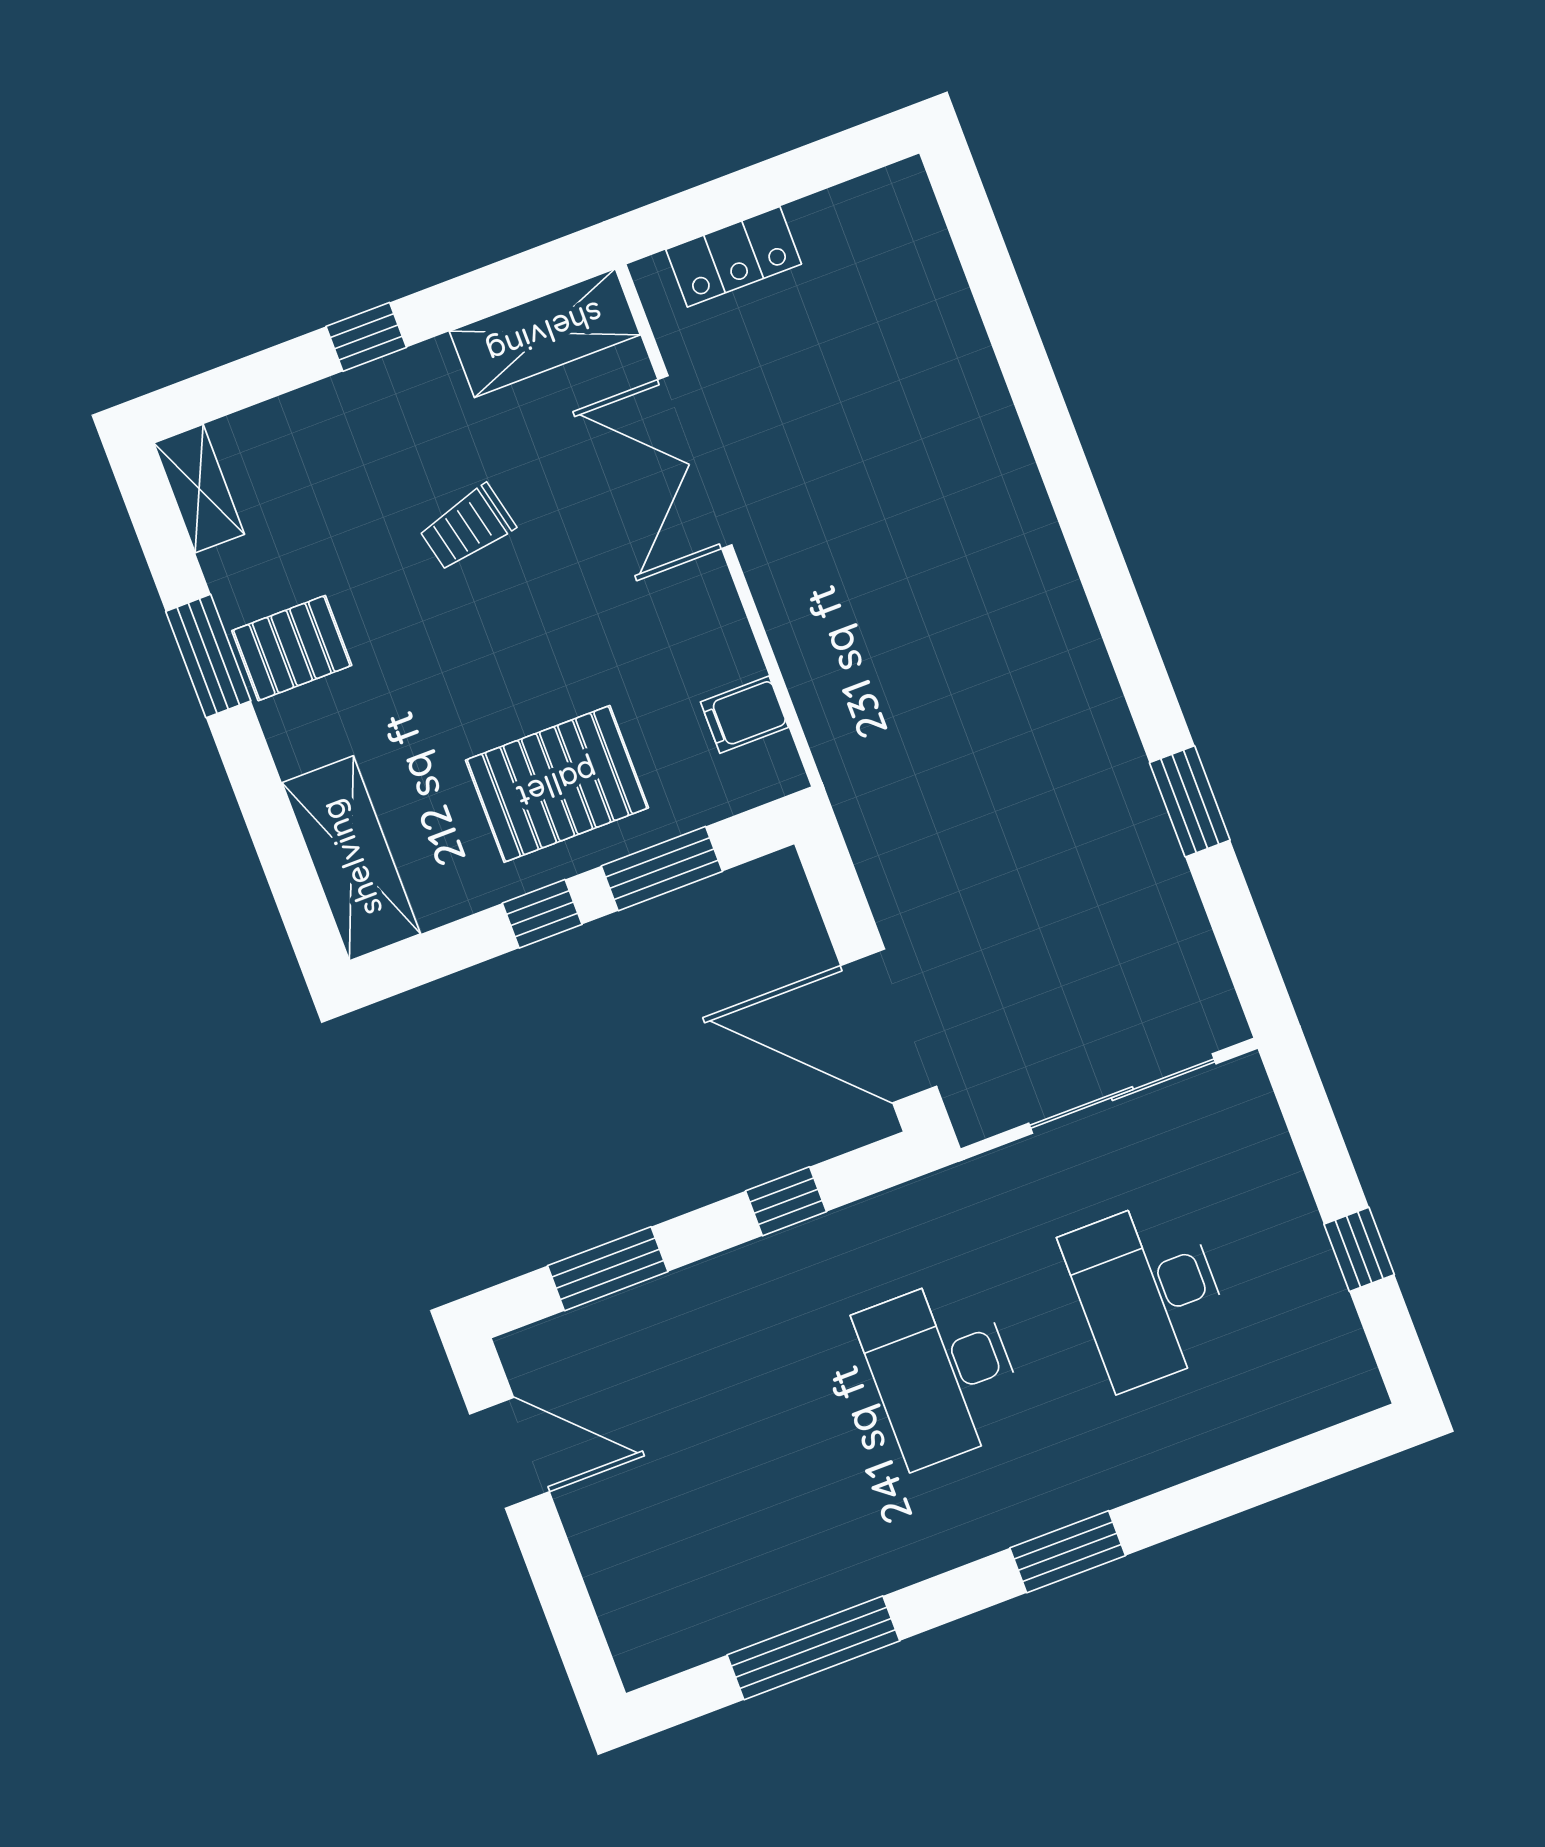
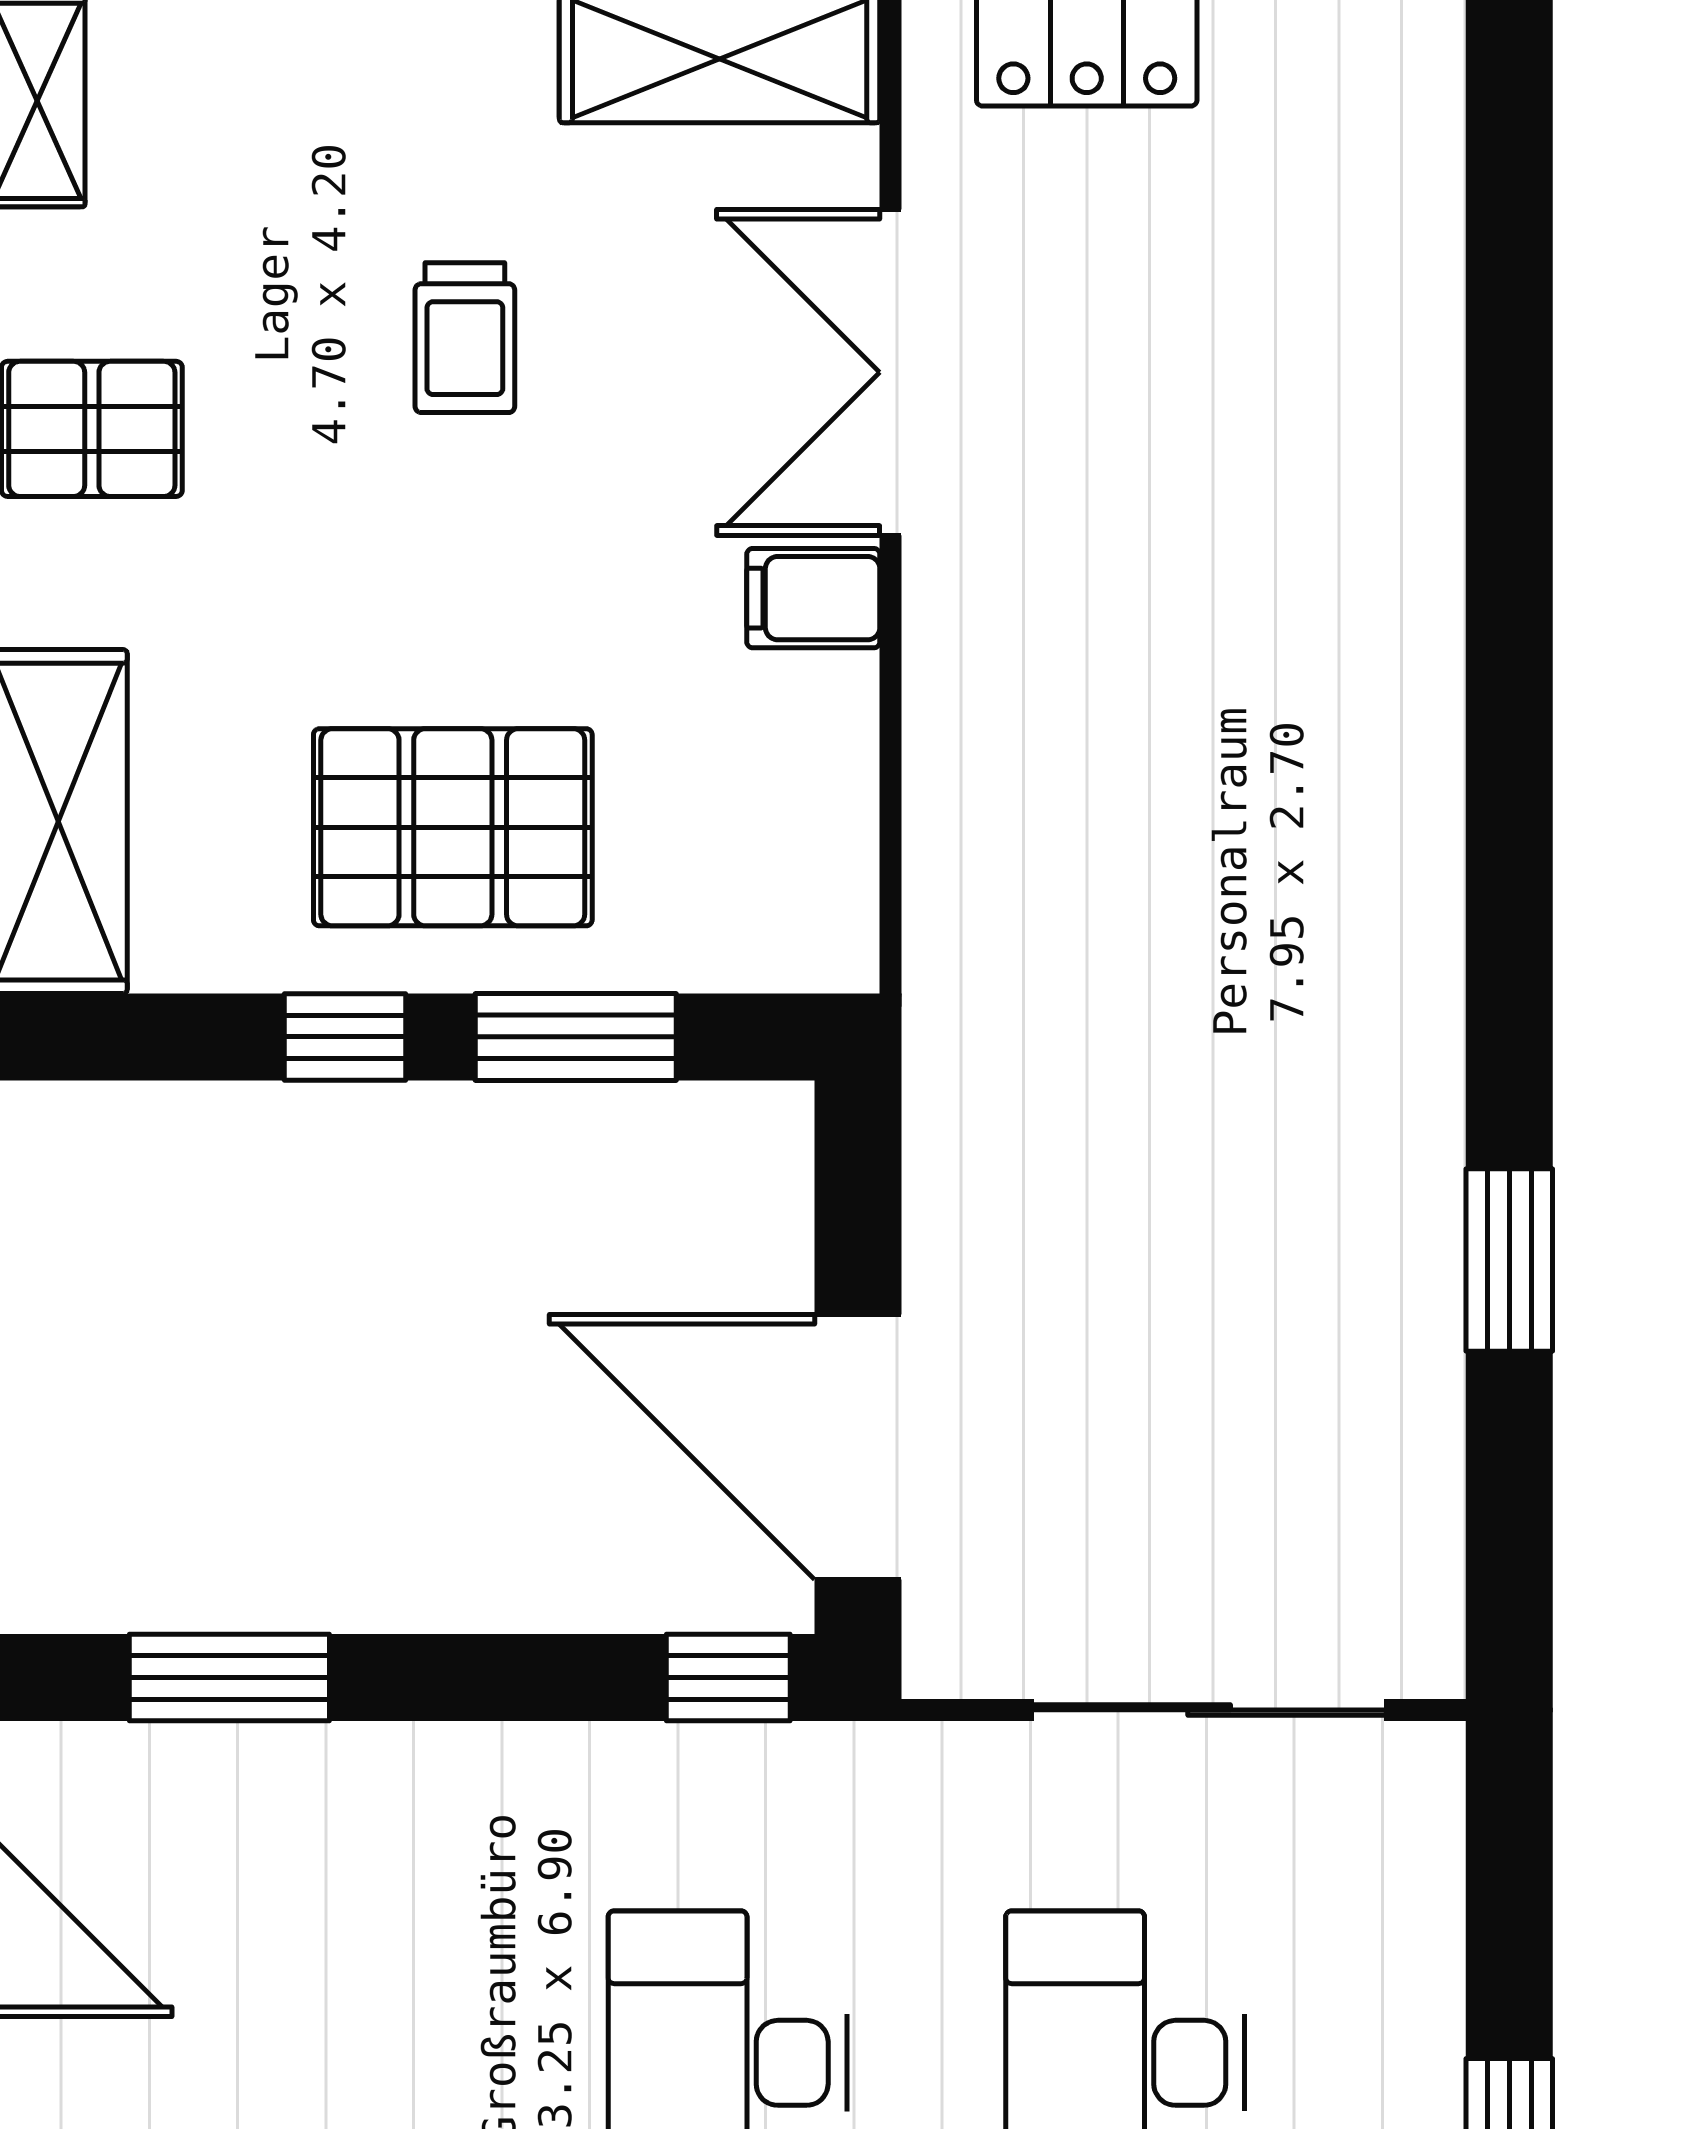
trolley: (467, 528) -> (465, 338), turned -77
filing cabinet: (745, 715) -> (813, 598), moved
window: (786, 1201) -> (728, 1677), moved

